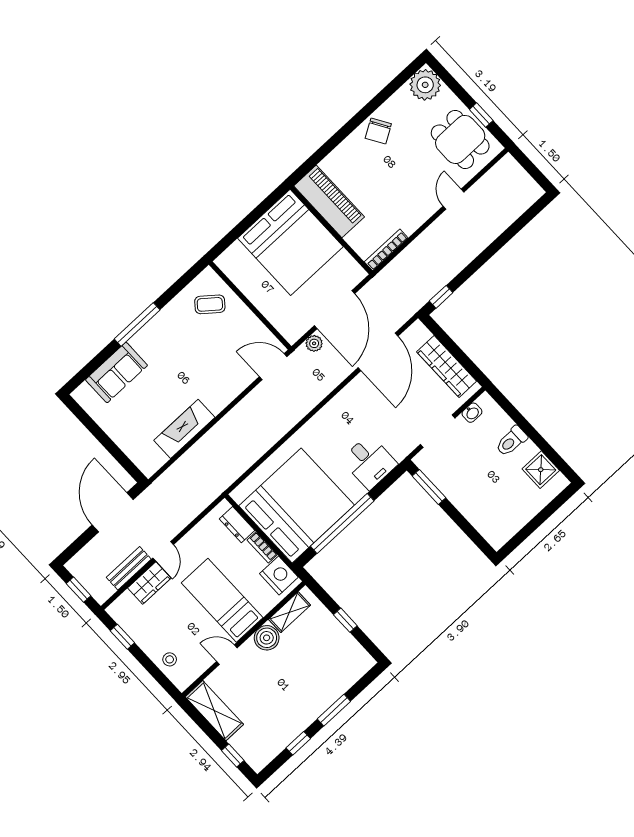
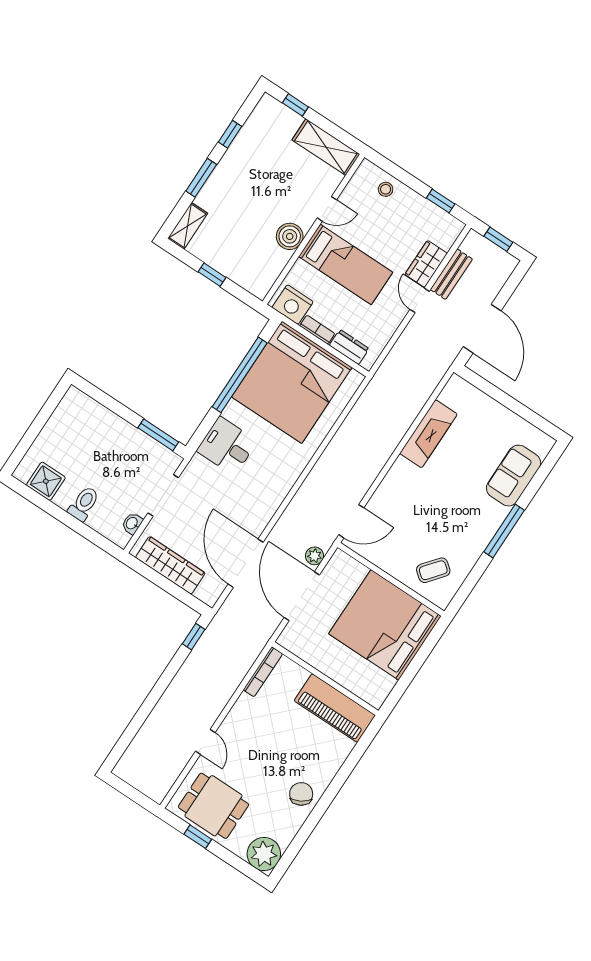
bed: (290, 242) -> (385, 625), moved
shelving: (290, 612) -> (188, 226), moved

